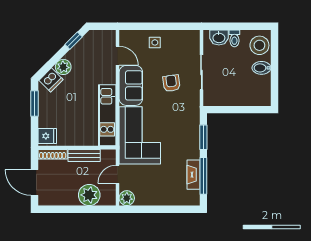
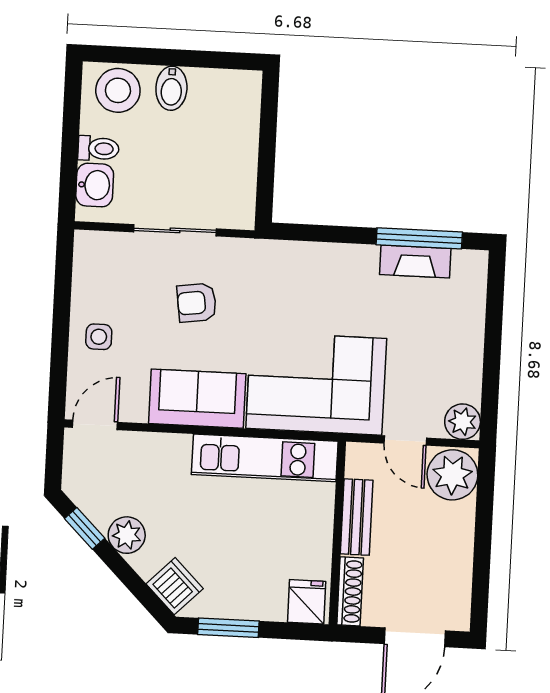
door: (118, 56) -> (95, 425), moved
plant: (63, 67) -> (127, 535), moved
window: (203, 137) -> (328, 234), removed
plant: (89, 195) -> (452, 475), moved

